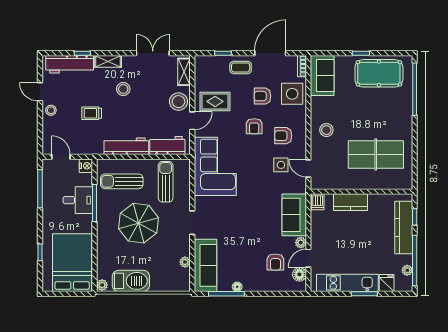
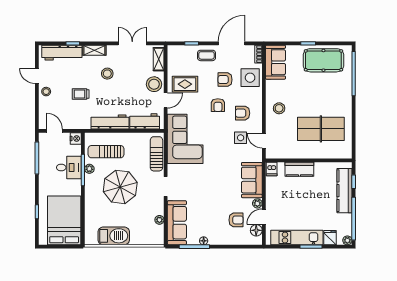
sun lounger: (166, 182) -> (156, 154), moved
armchair: (275, 262) -> (236, 220), turned -90
plant: (407, 270) -> (347, 240), moved
plant: (102, 285) -> (89, 169), moved

